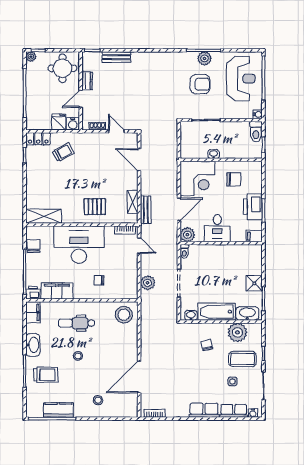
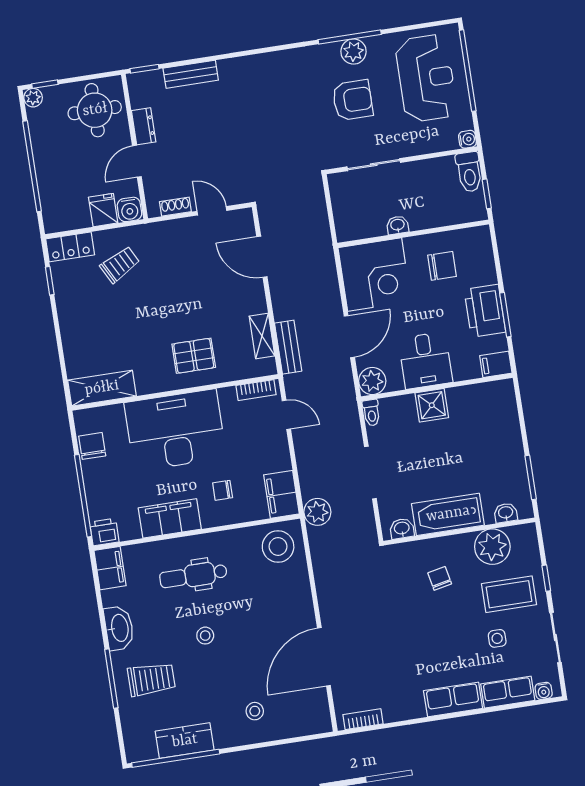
plant: (148, 283) -> (317, 512), moved
shower: (254, 283) -> (432, 405), moved
filing cabinet: (130, 287) -> (281, 494), added
filing cabinet: (57, 291) -> (170, 518), moved
washbasin: (247, 313) -> (506, 513), width x0.52, depth x0.69

